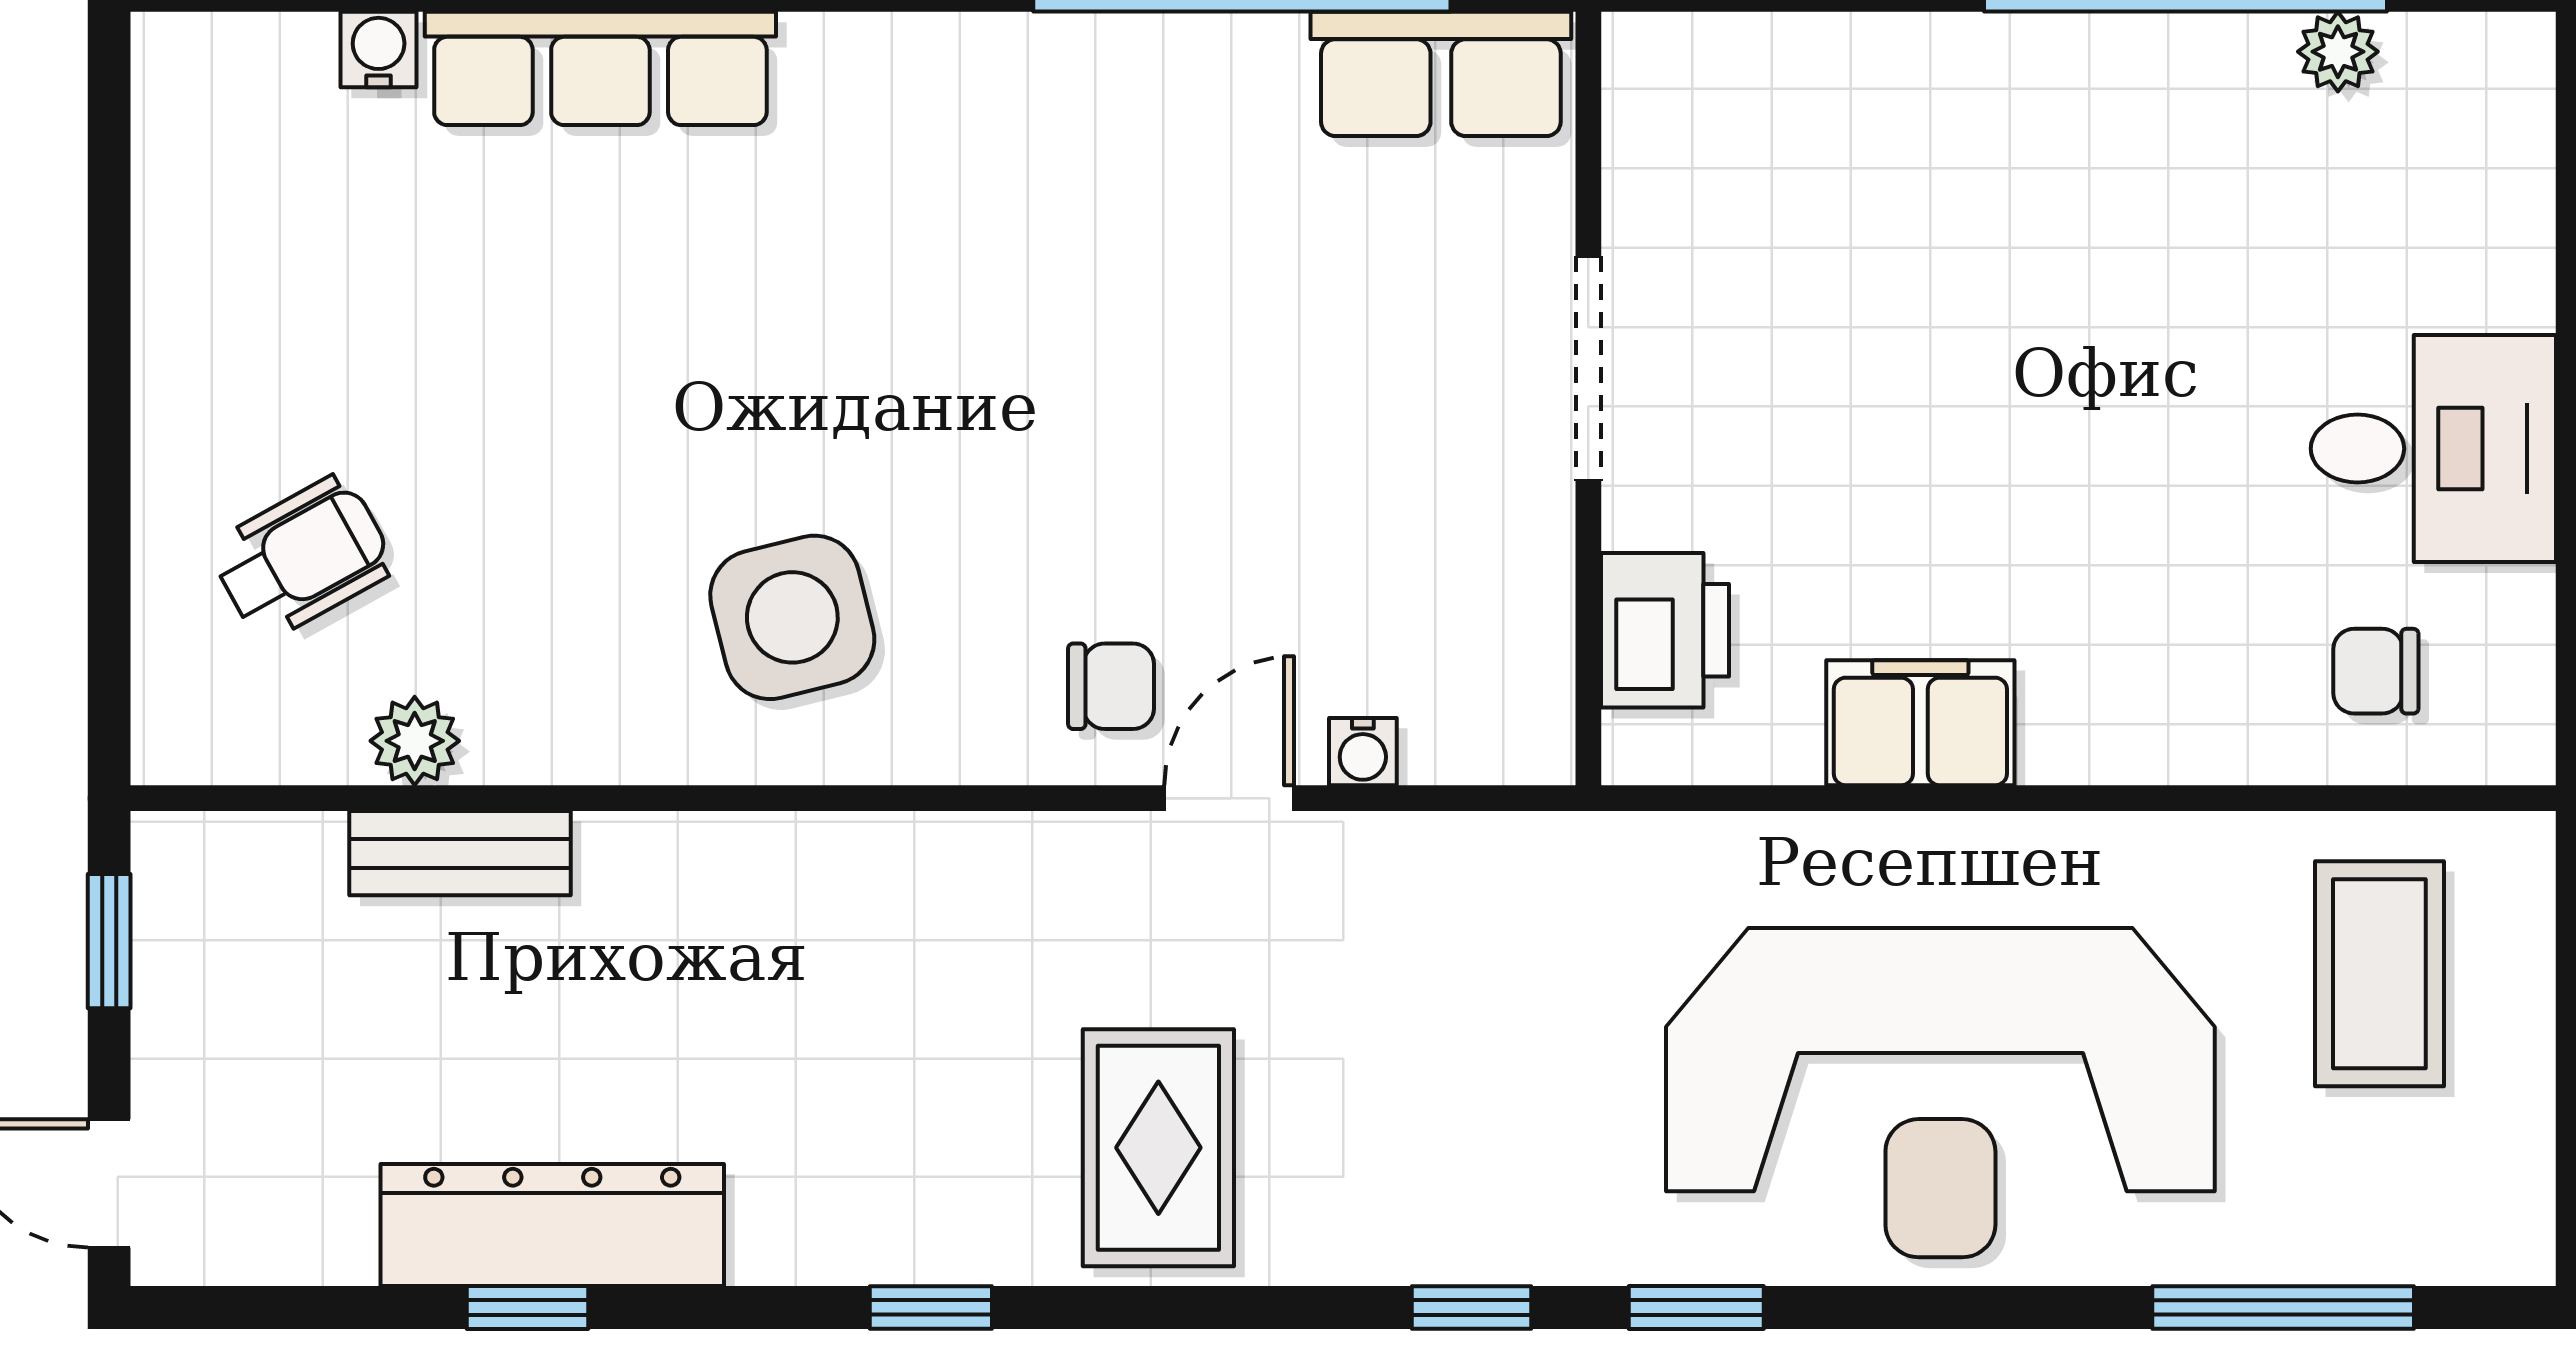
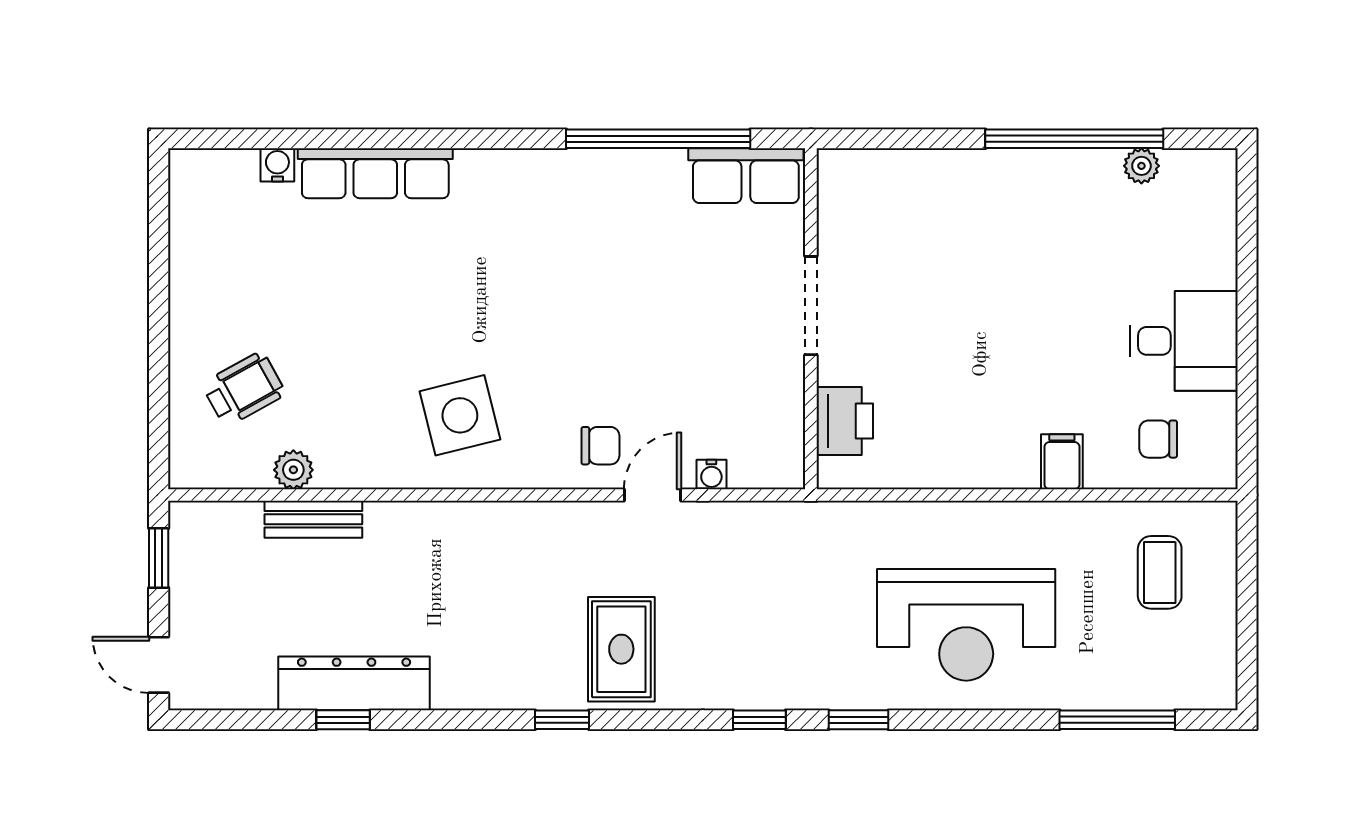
filing cabinet: (1920, 723) -> (1062, 462), moved, width x0.50
coffee table: (2379, 974) -> (1160, 572), width x0.73, depth x0.77
reception desk: (1940, 1093) -> (966, 625), width x0.74, depth x0.77
window: (931, 1308) -> (562, 720), moved

